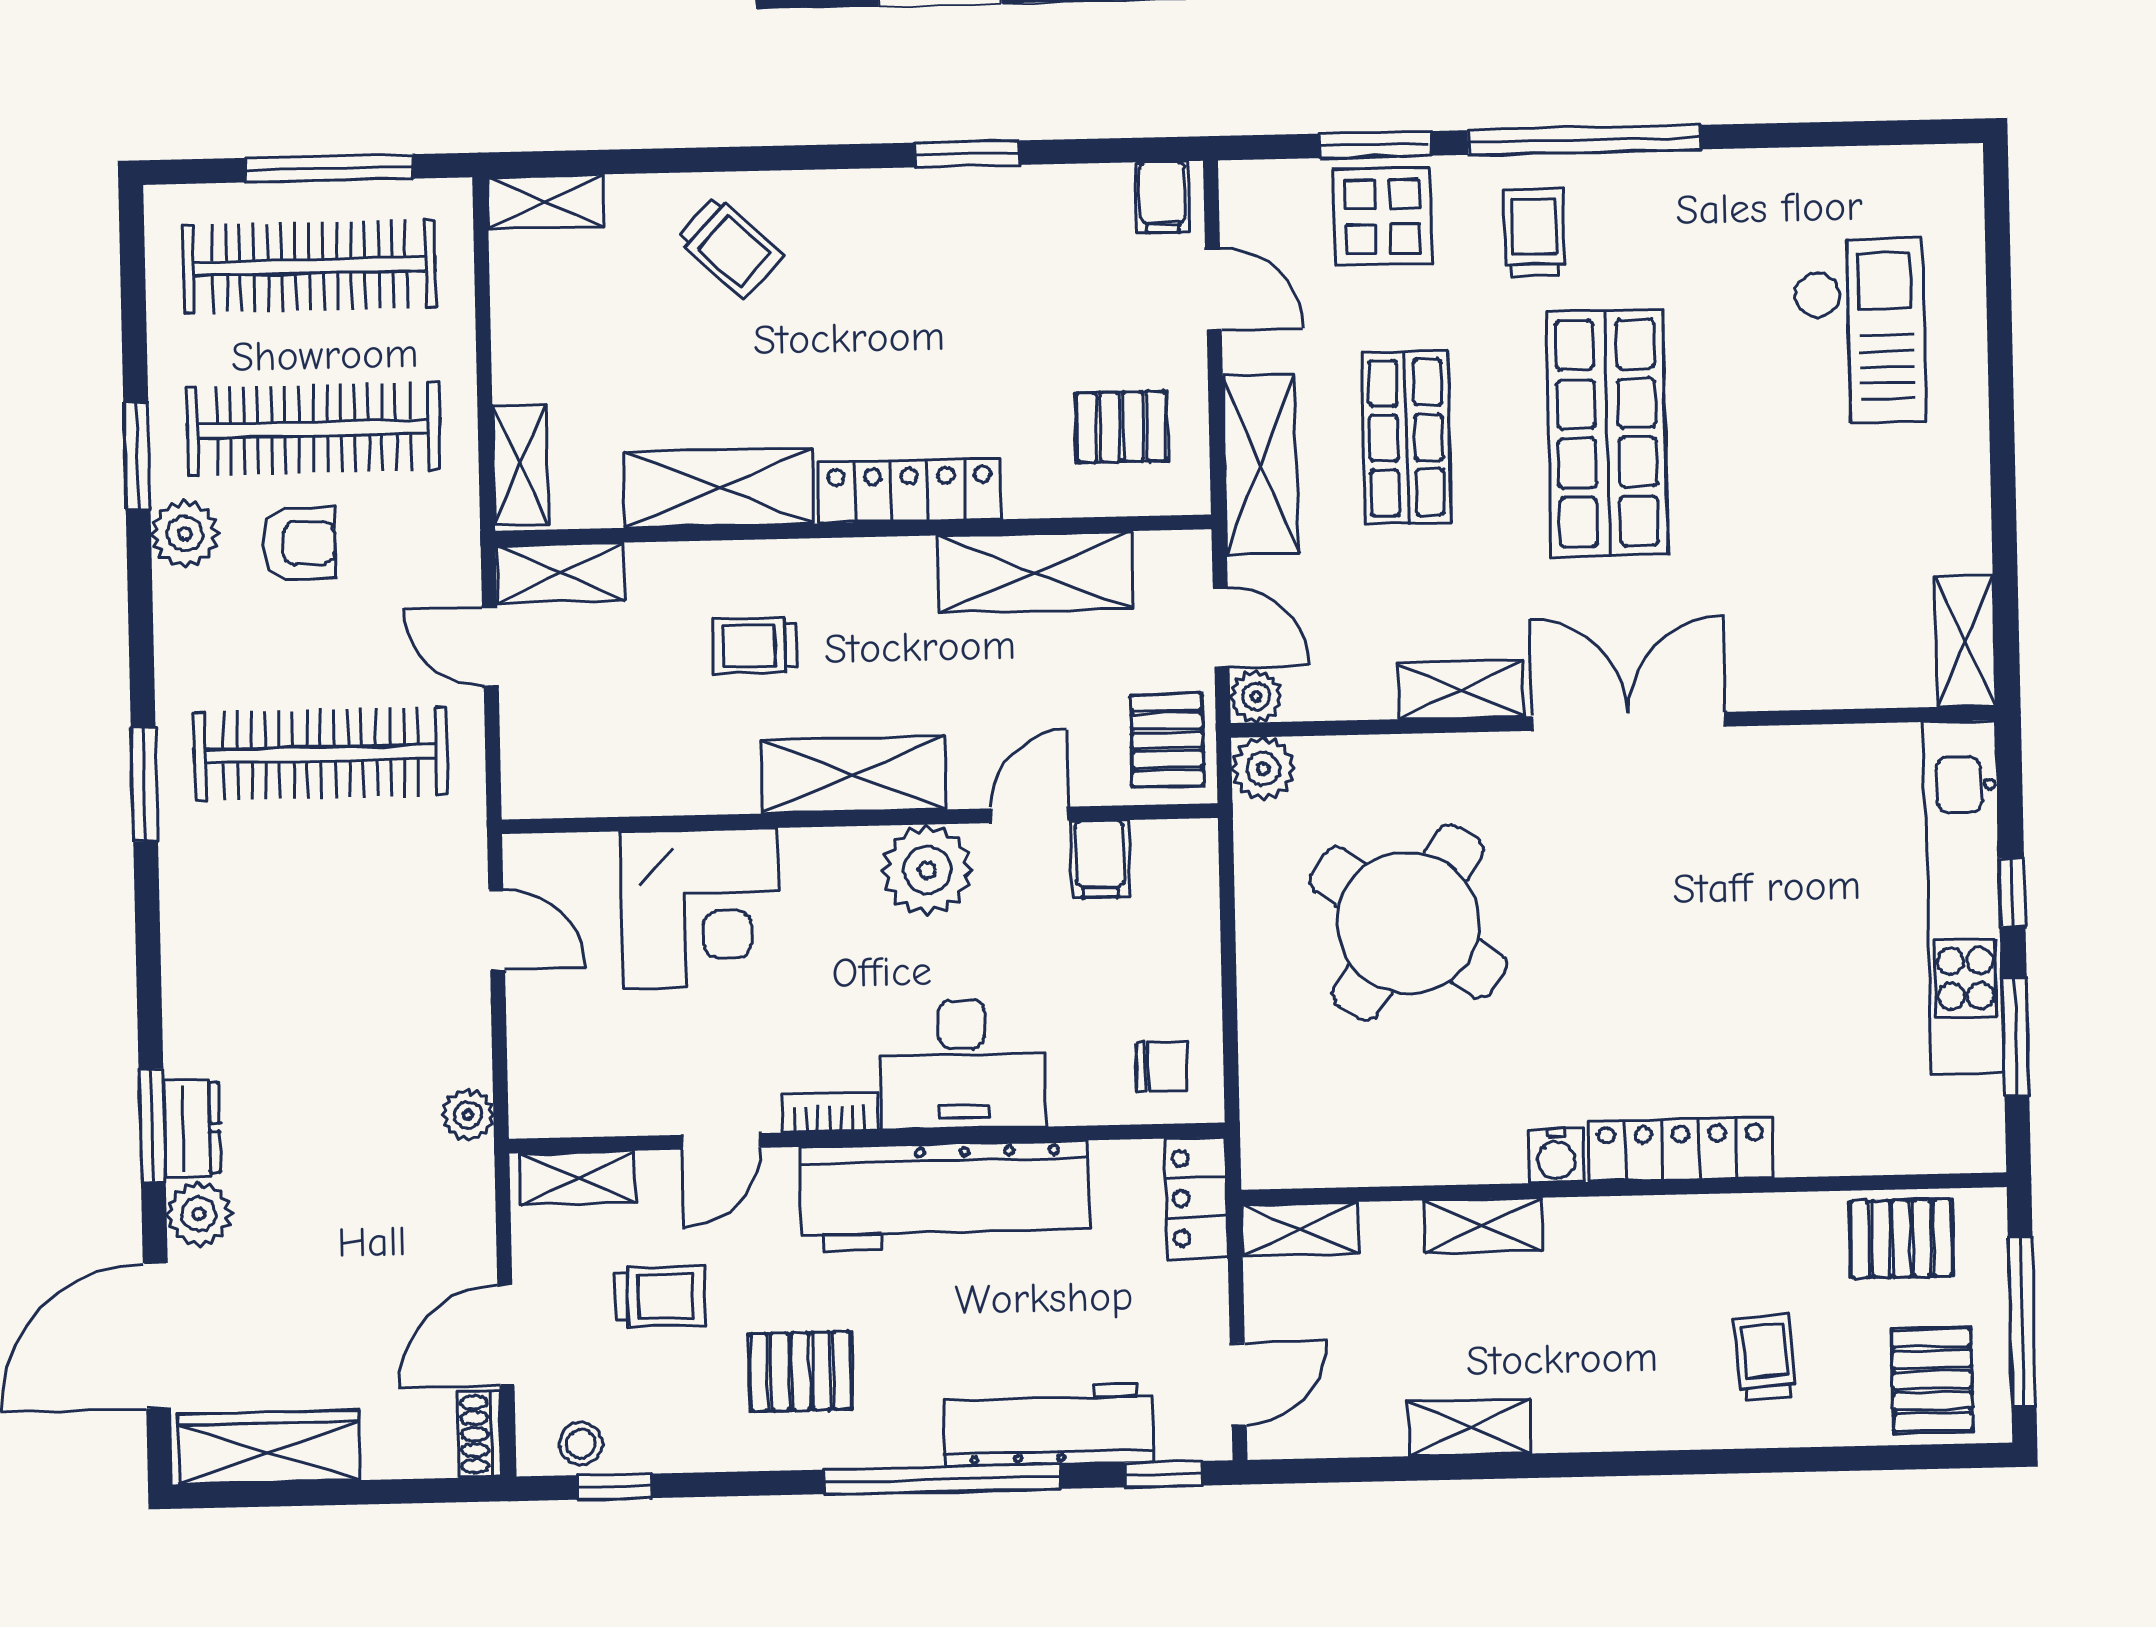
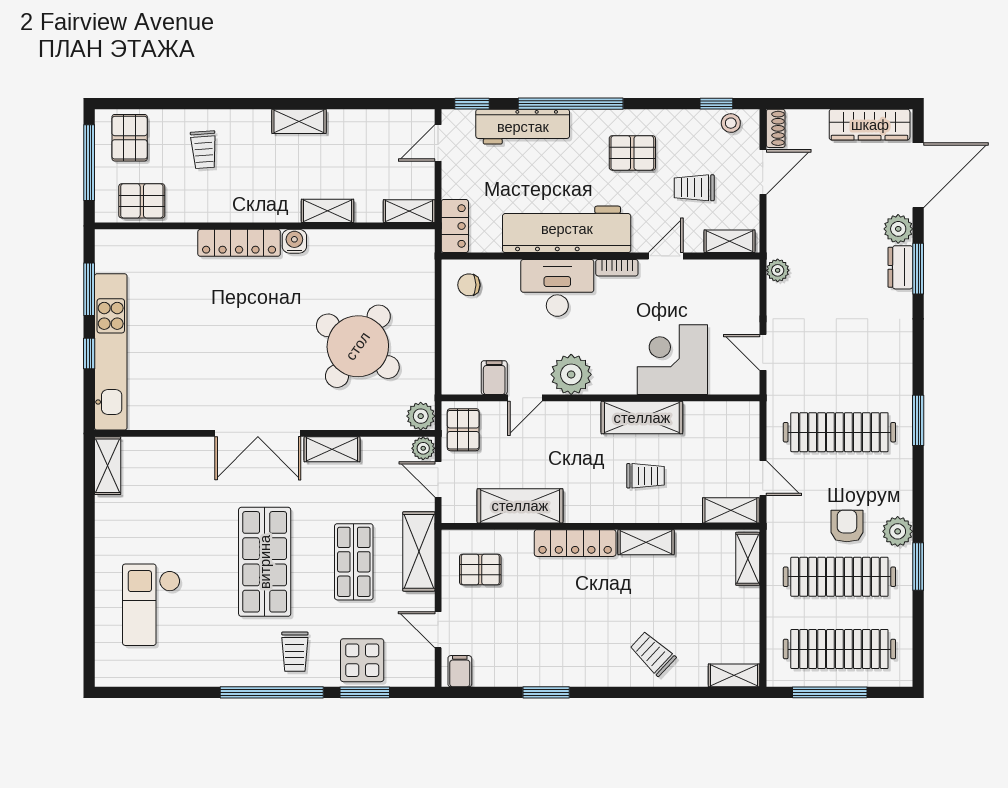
shelving: (718, 488) -> (646, 542), width x0.67, depth x0.75
armchair: (299, 543) -> (847, 526), turned 90
shelving: (853, 775) -> (642, 418), moved
shelving: (1470, 1427) -> (299, 121), moved

